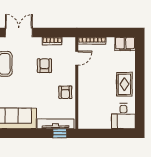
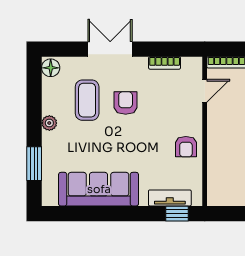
armchair: (44, 66) -> (126, 103), moved
tv unit: (55, 124) -> (170, 198), width x0.71

